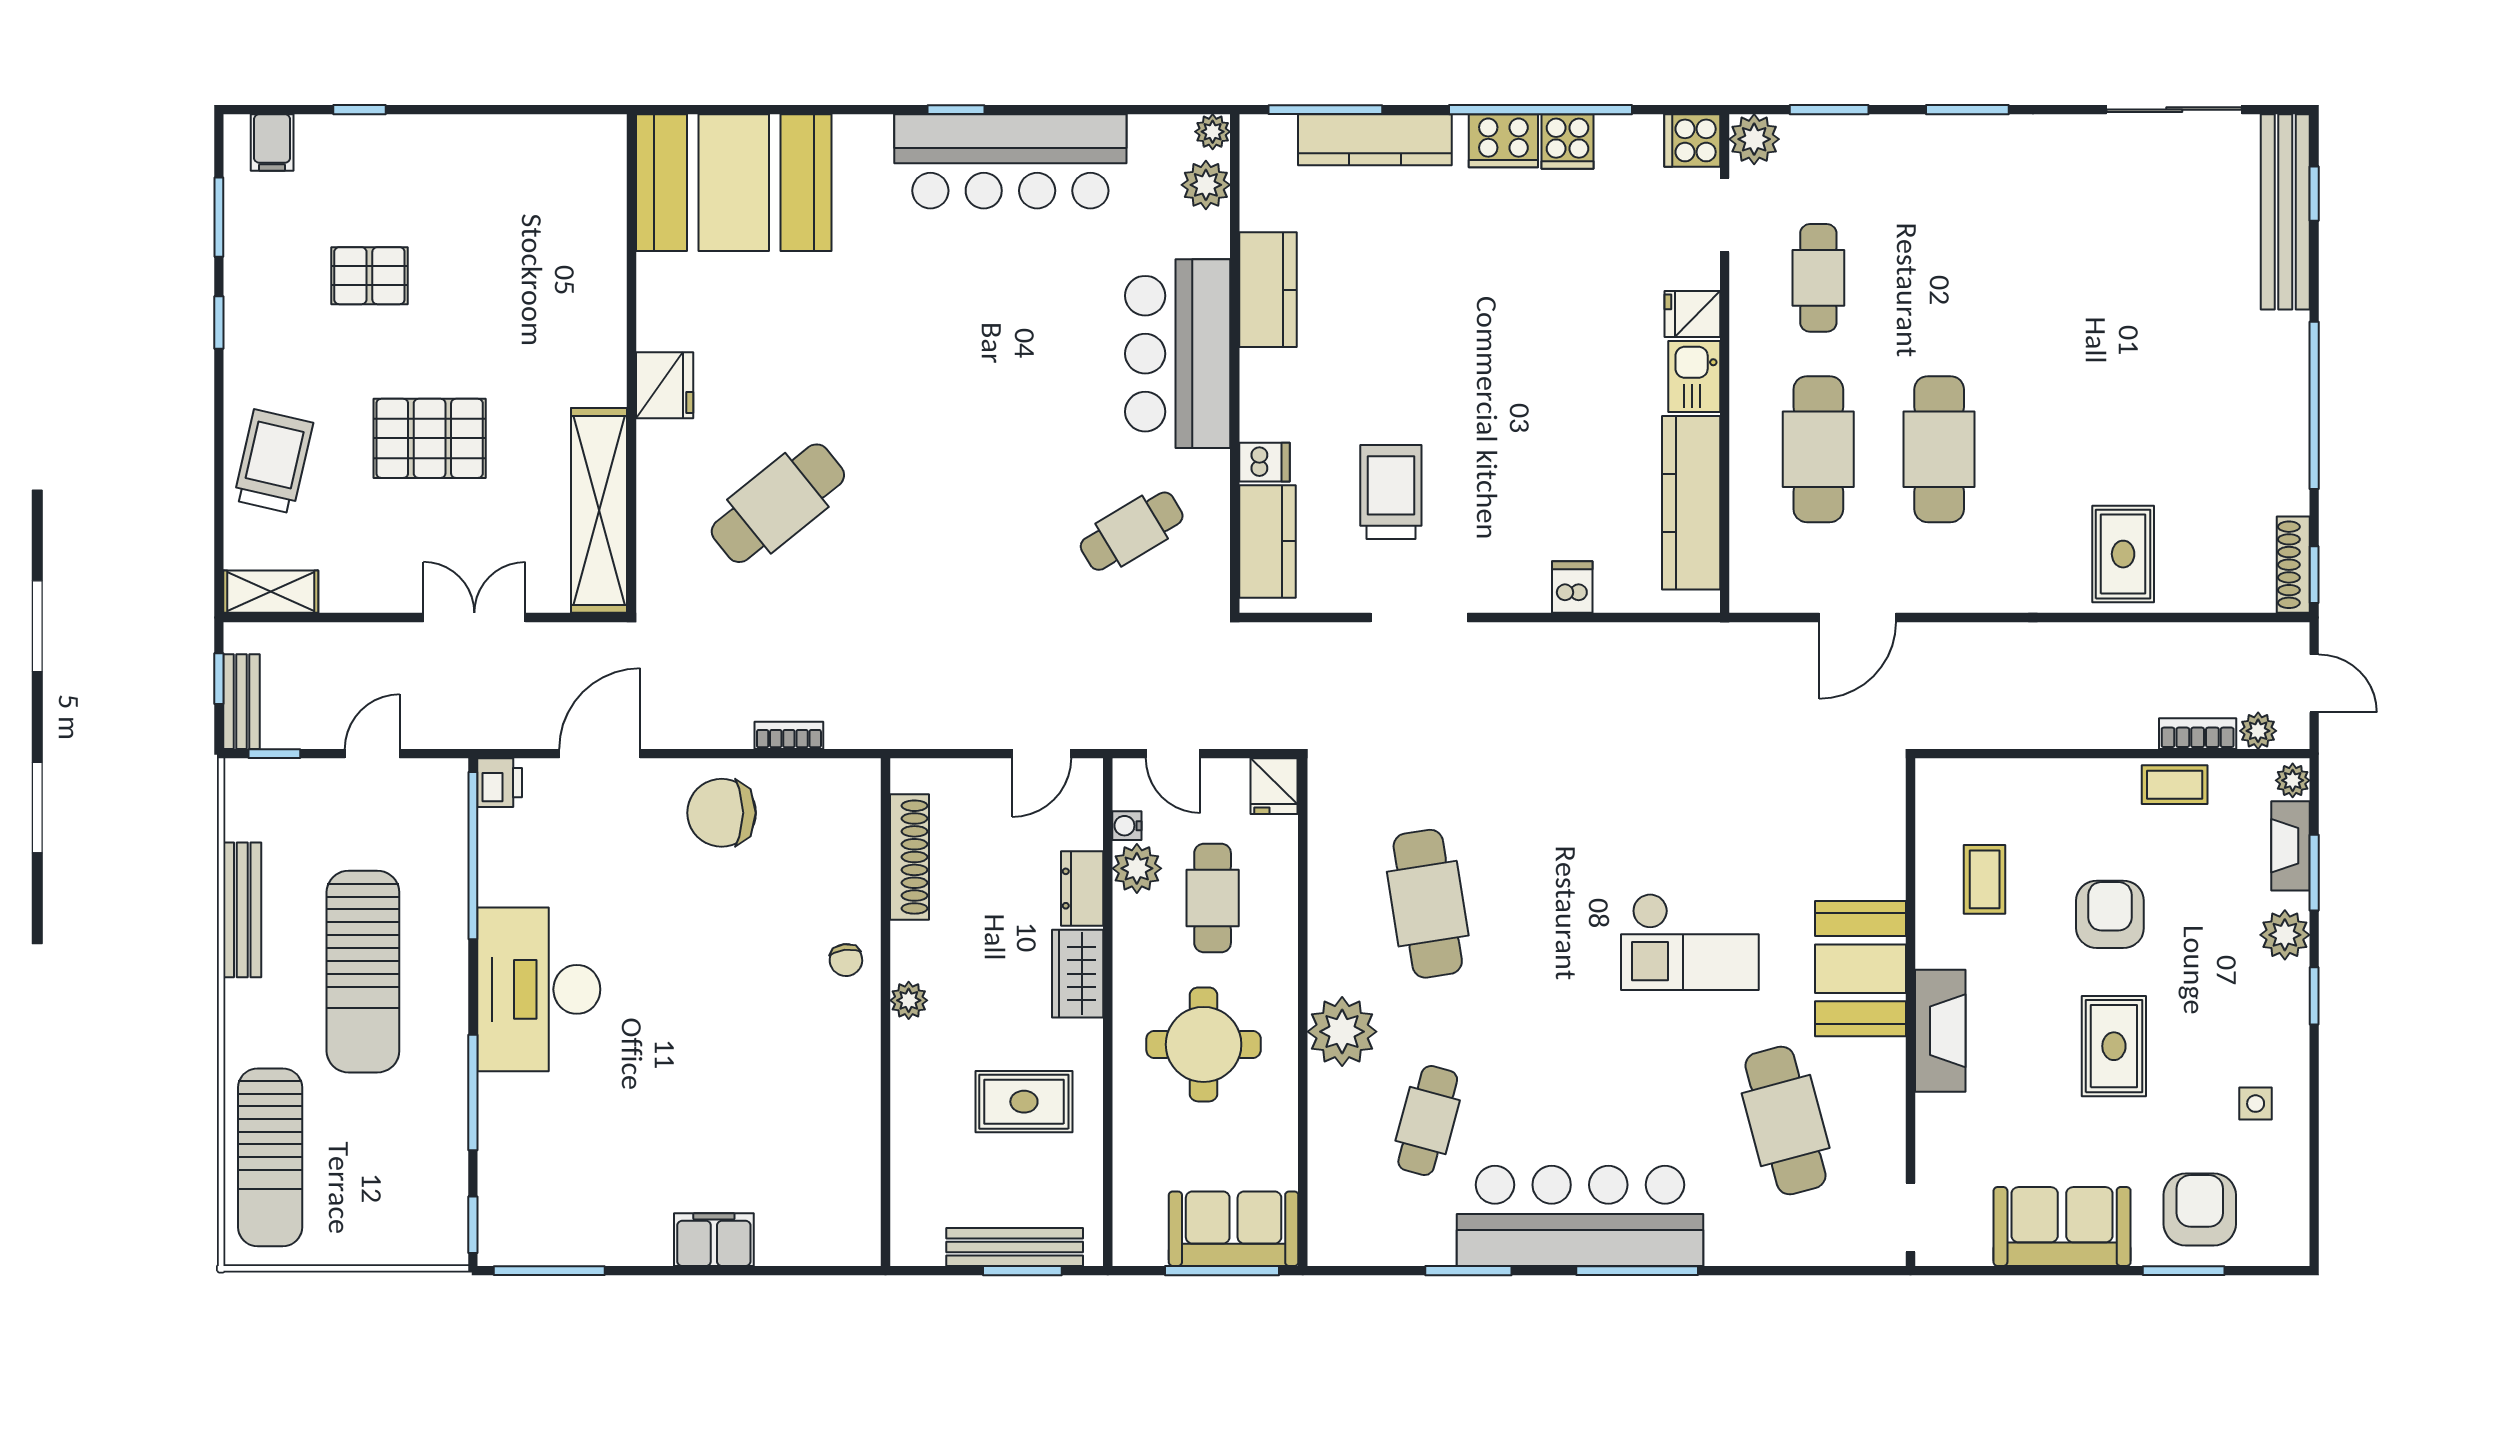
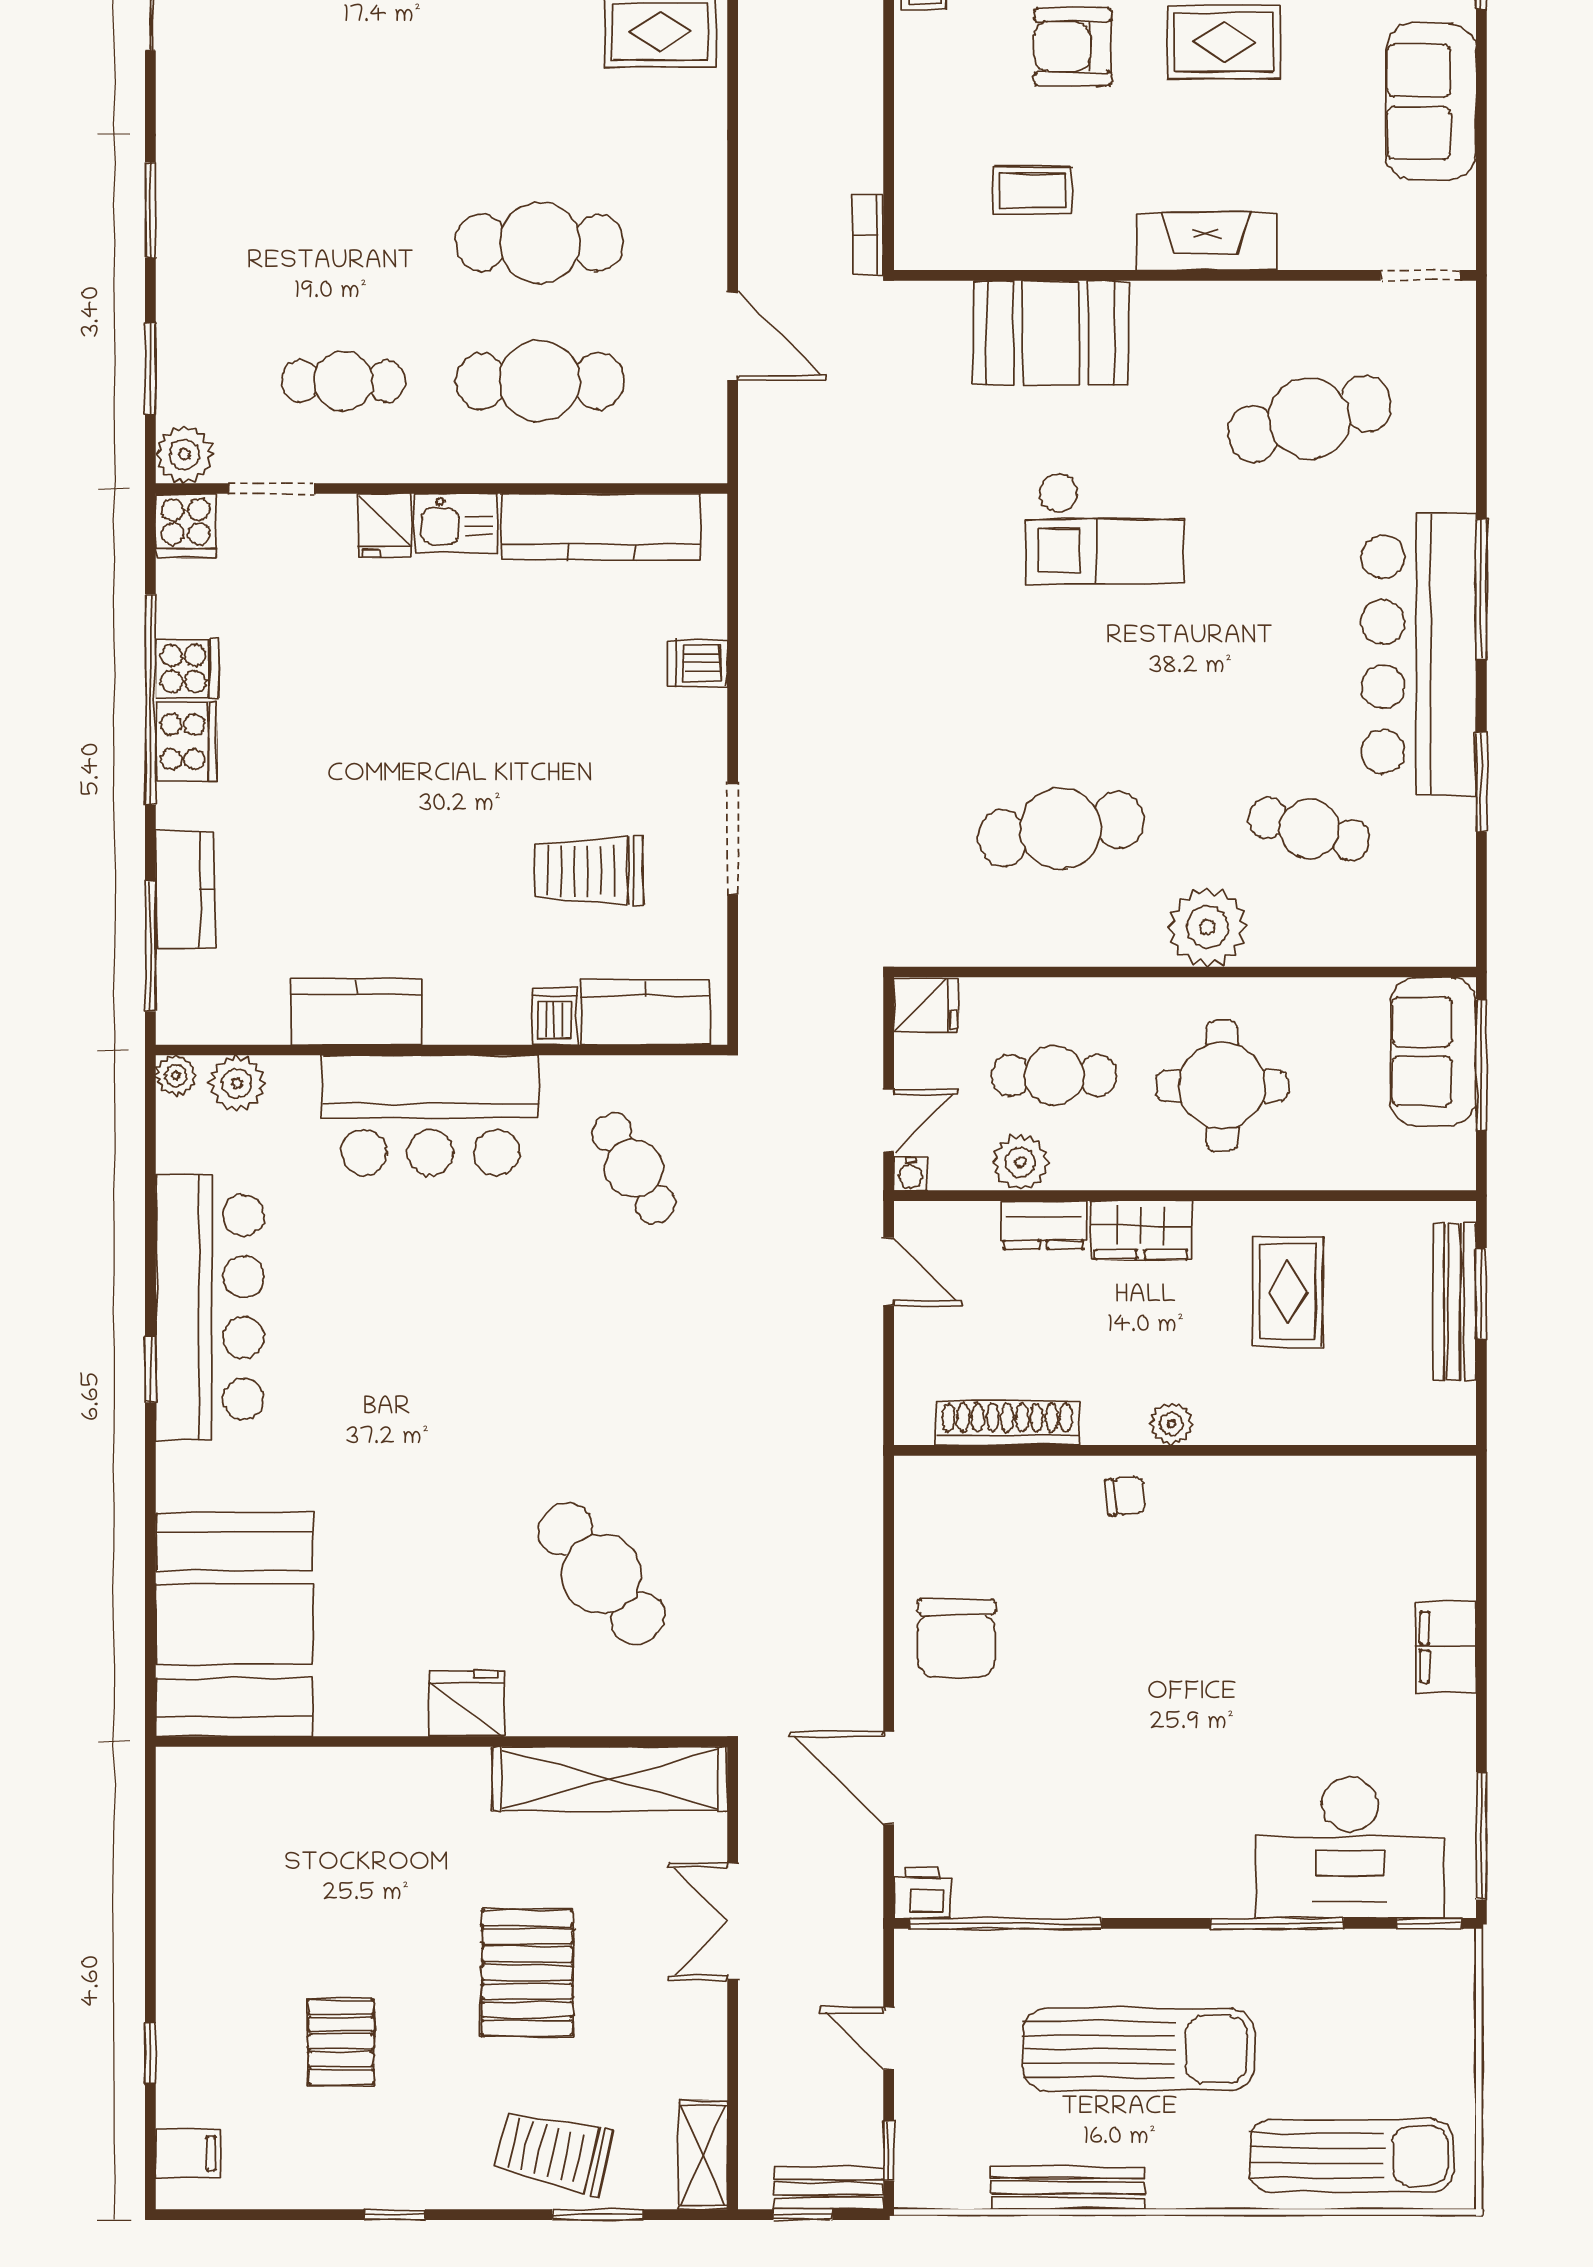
kitchen counter: (1375, 140) -> (185, 889), width x0.67
window: (219, 217) -> (597, 2215), moved
bookcase: (789, 735) -> (868, 235), moved
water cooler: (1127, 826) -> (910, 1174), moved
checkout: (1690, 942) -> (1104, 528), turned 90
booth: (1861, 969) -> (1051, 333), moved
desk: (539, 989) -> (1350, 1848), moved

